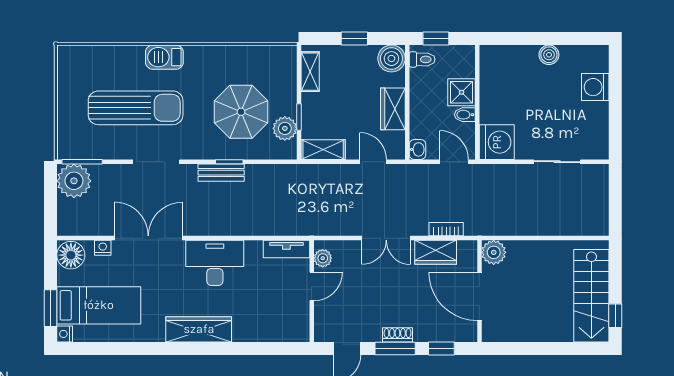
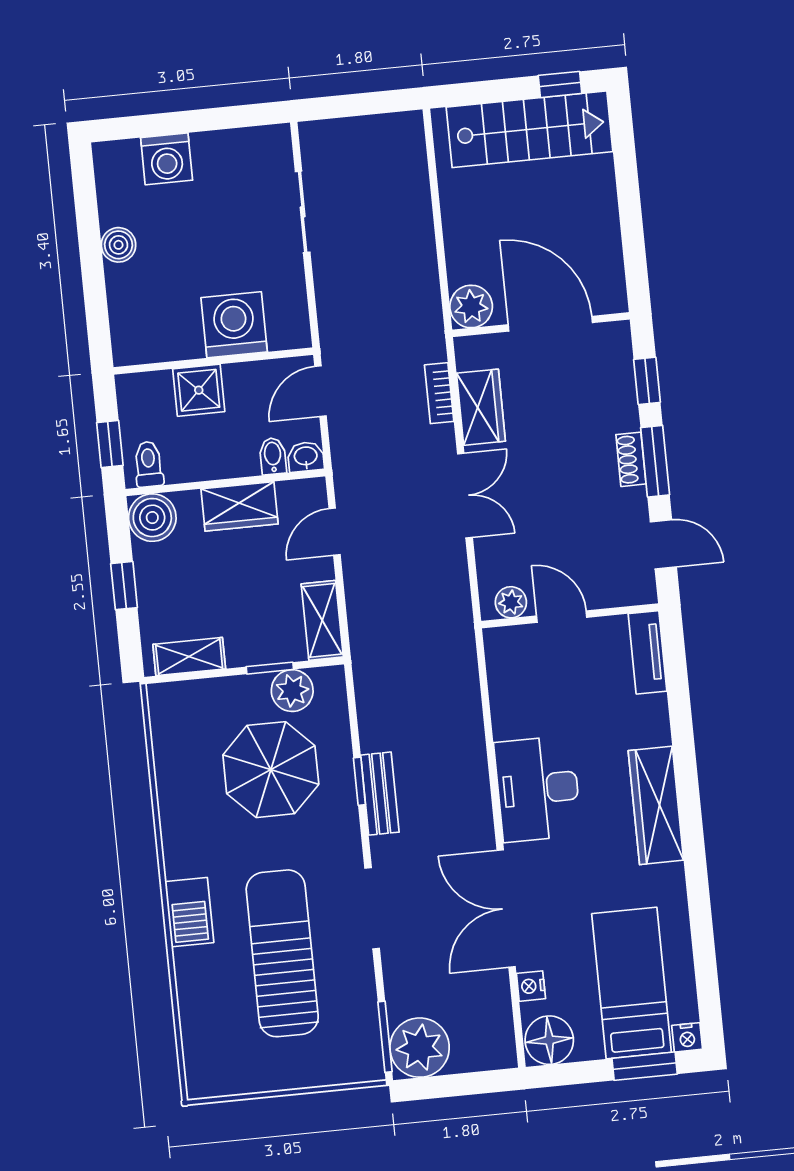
bidet: (465, 115) -> (273, 456), moved, turned 180
washing machine: (497, 142) -> (234, 325), moved
tv unit: (286, 249) -> (647, 652), moved, turned 180
door: (479, 297) -> (550, 324), swing flipped

